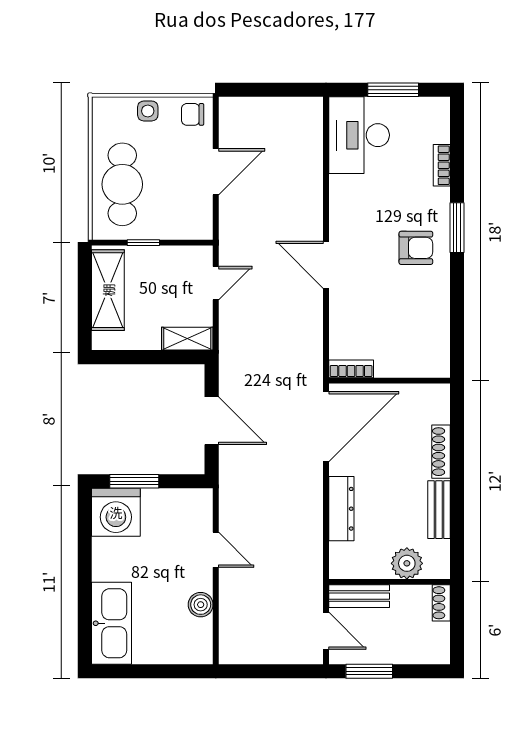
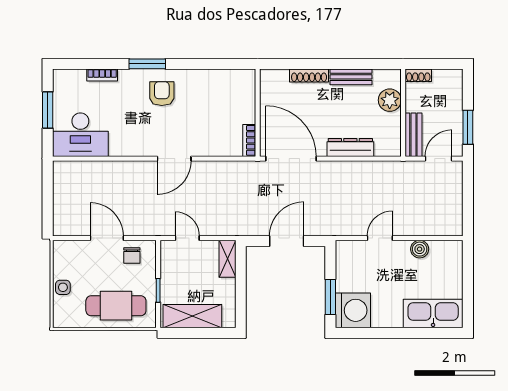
chair: (193, 114) -> (132, 255), moved

